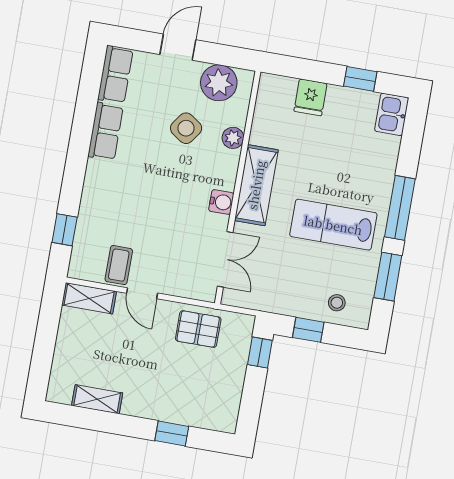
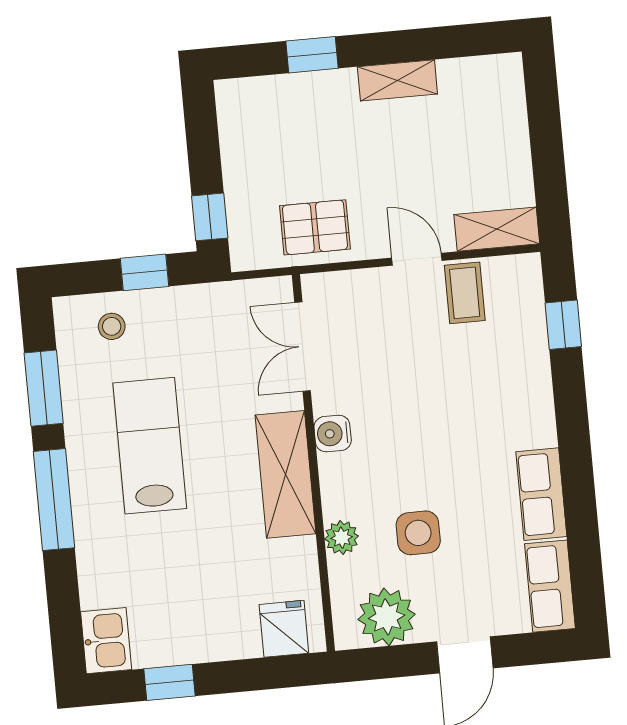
fridge: (310, 97) -> (284, 629), moved
side table: (186, 128) -> (418, 533), turned -35
lab bench: (333, 225) -> (150, 446), turned -90
shelving: (97, 399) -> (397, 80), moved

